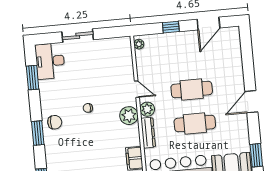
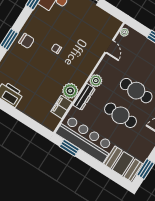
door: (137, 89) -> (109, 46), moved
plant: (129, 116) -> (70, 91), moved

